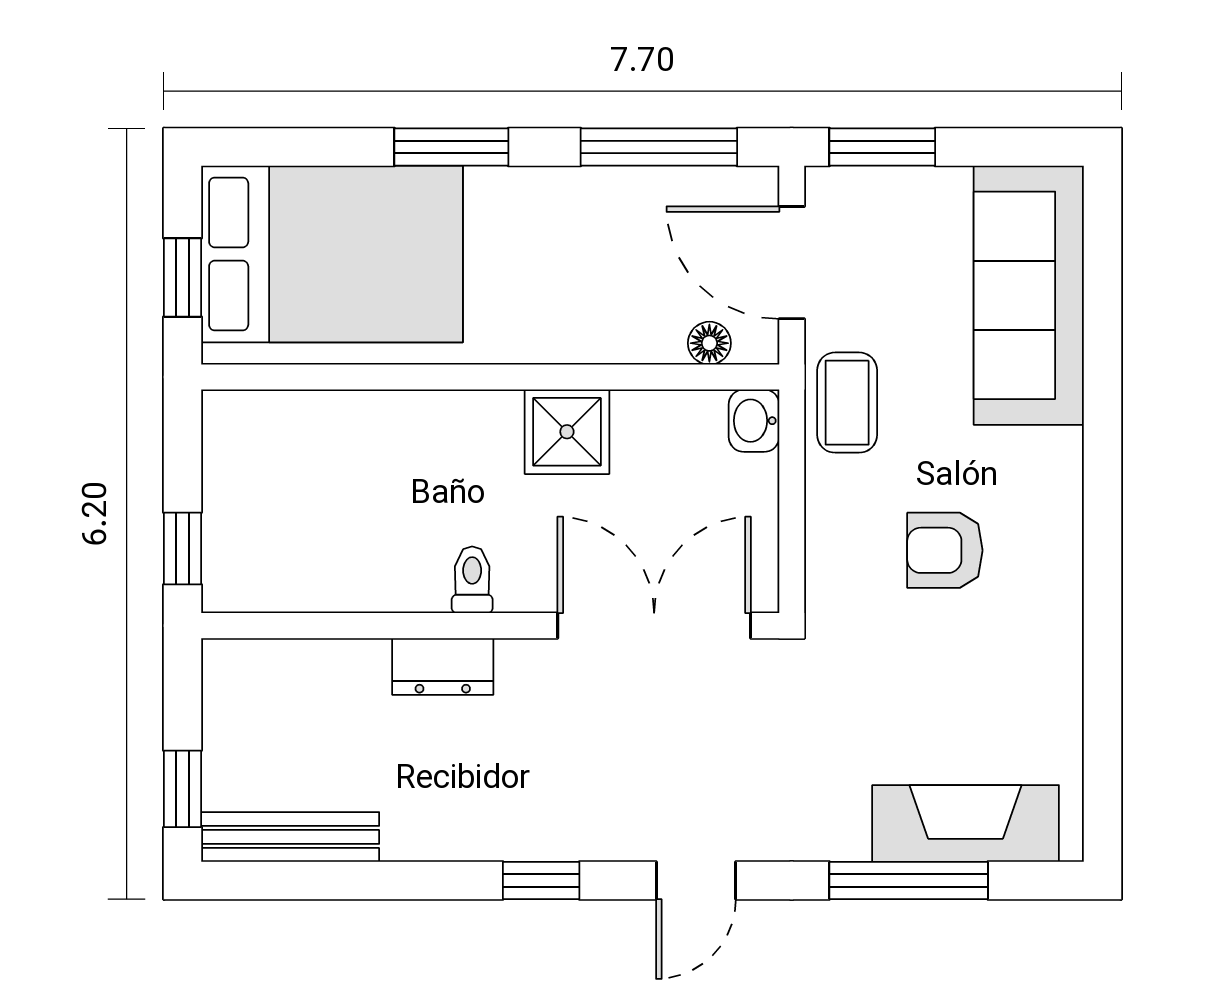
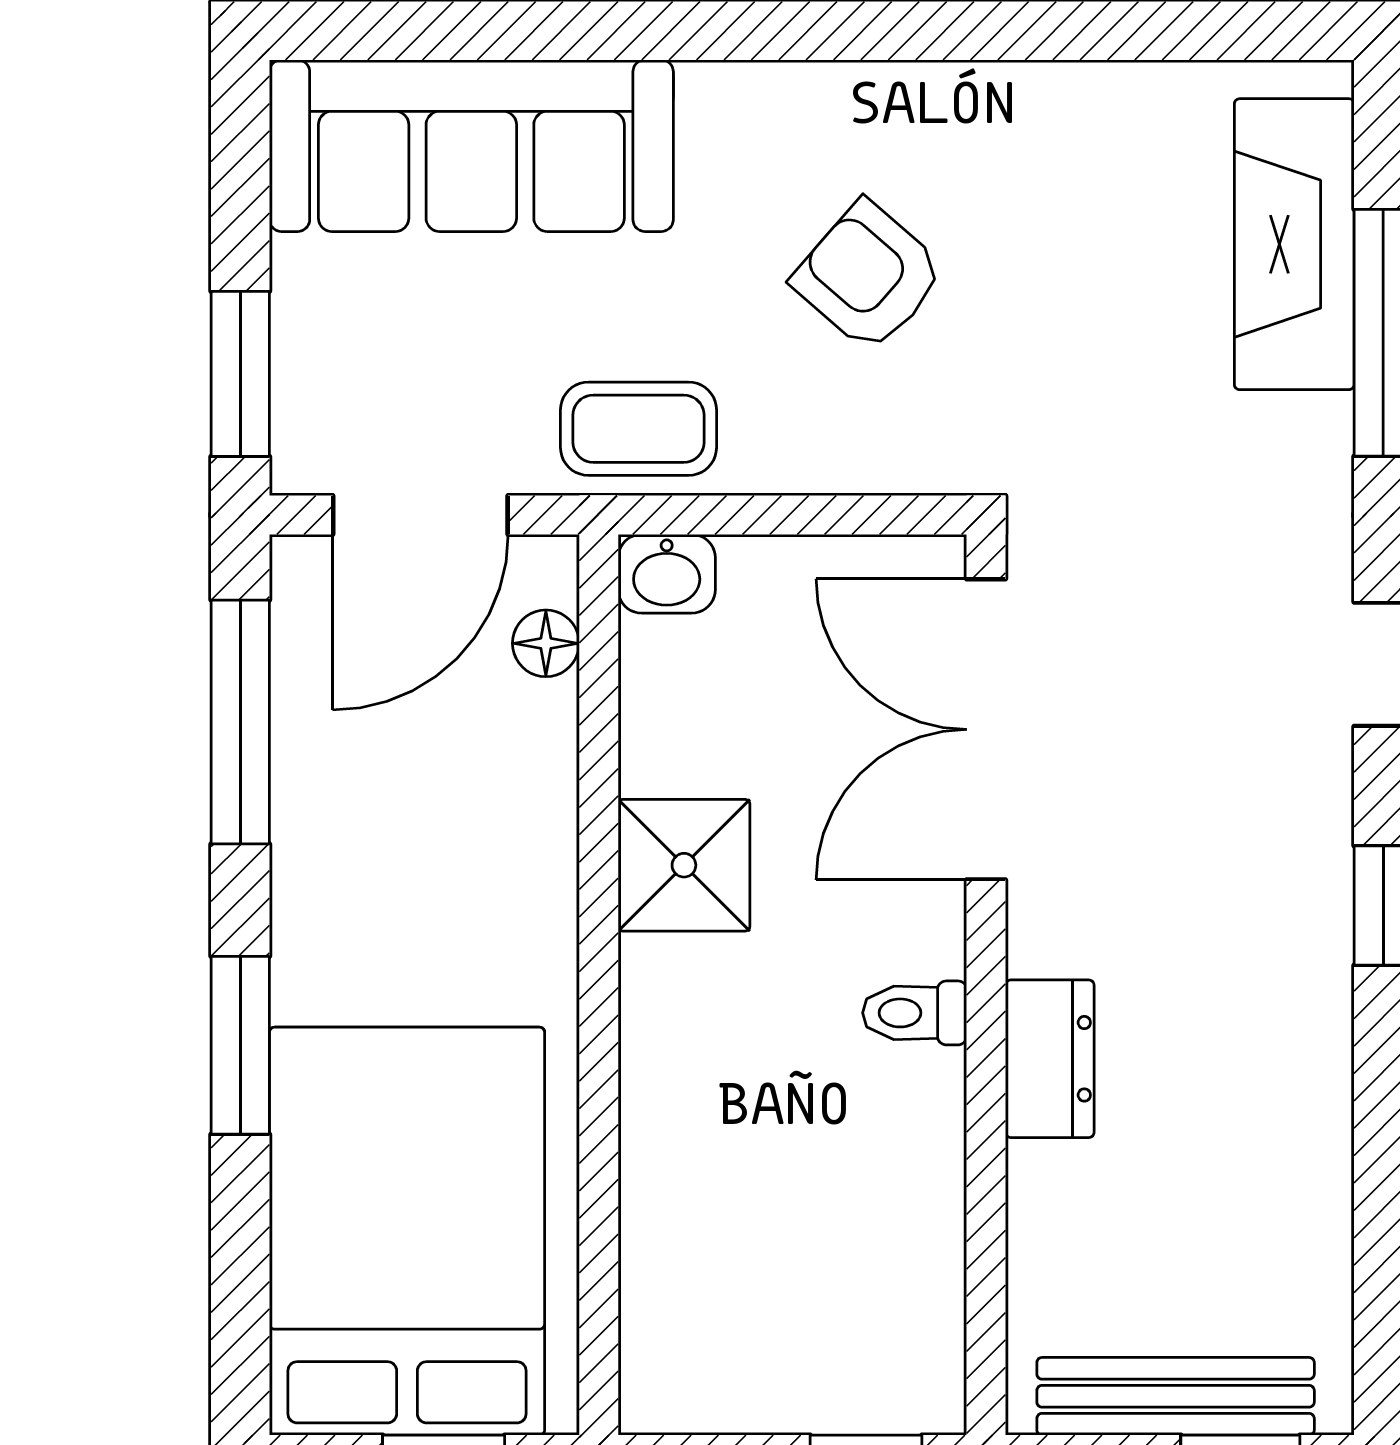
armchair: (945, 550) -> (869, 276), turned 131
bench: (290, 837) -> (1176, 1396), moved, turned 90

